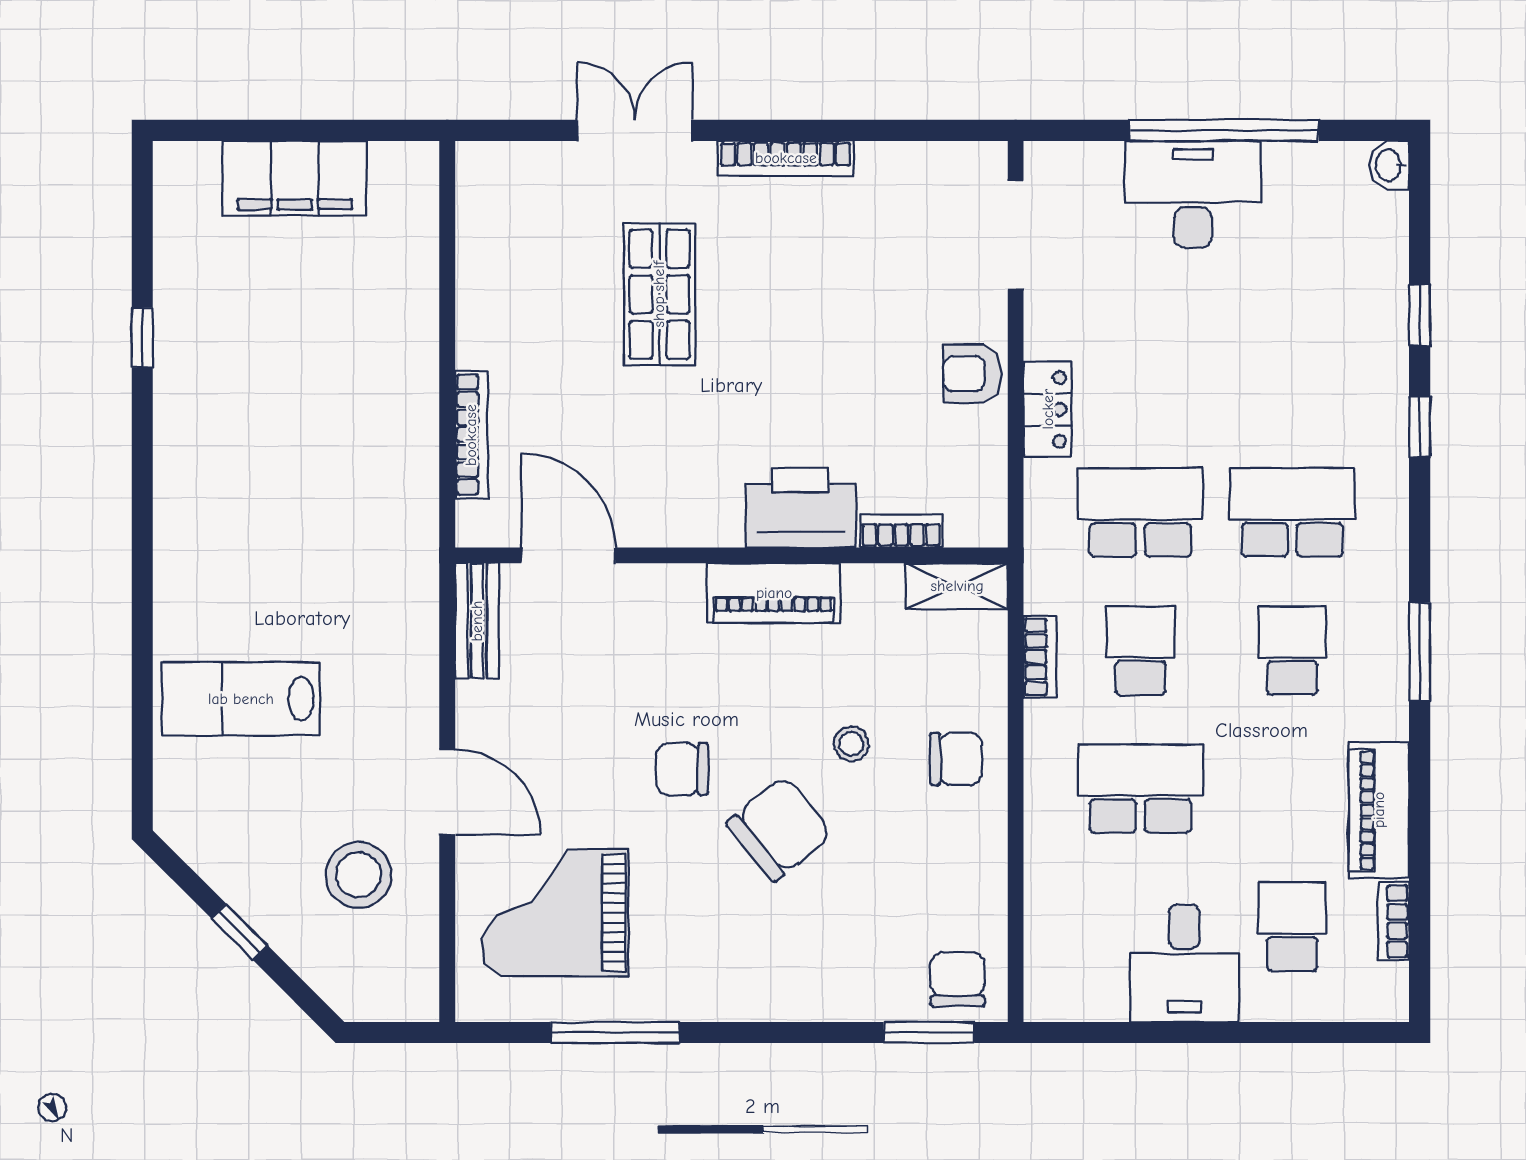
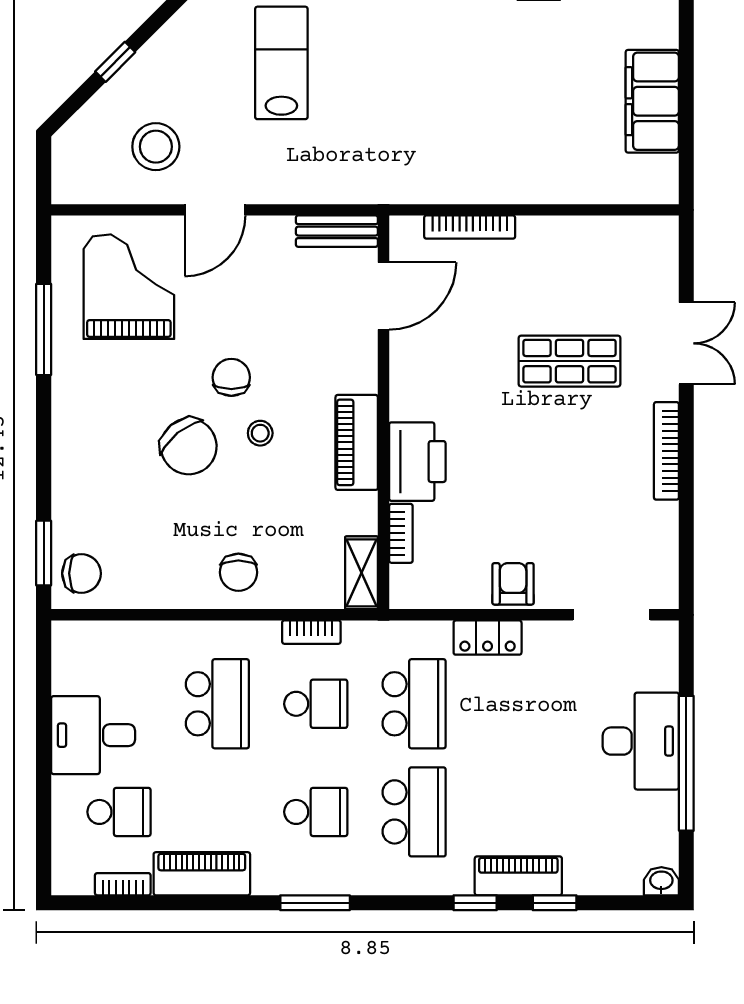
piano: (1382, 366) -> (518, 876), added
stool: (851, 744) -> (260, 433), moved

